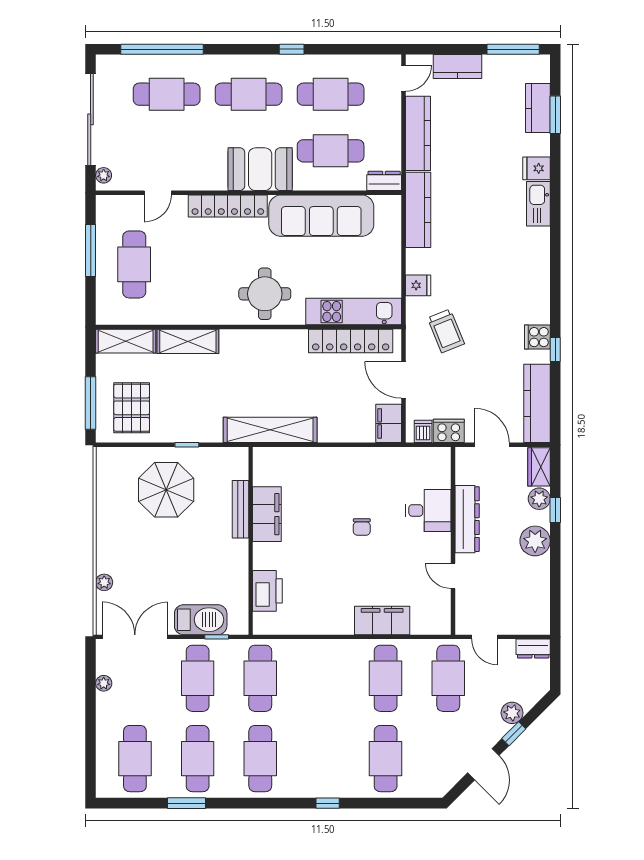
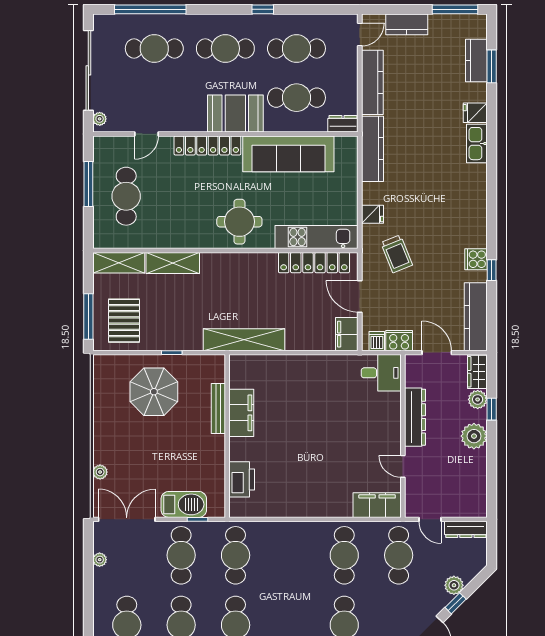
desk: (428, 510) -> (381, 373), moved
chair: (362, 527) -> (324, 424), removed
filing cabinet: (382, 620) -> (377, 505), moved
dresser: (533, 648) -> (466, 529), width x1.44

